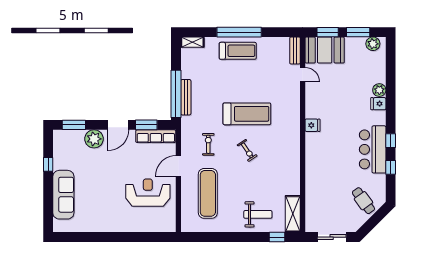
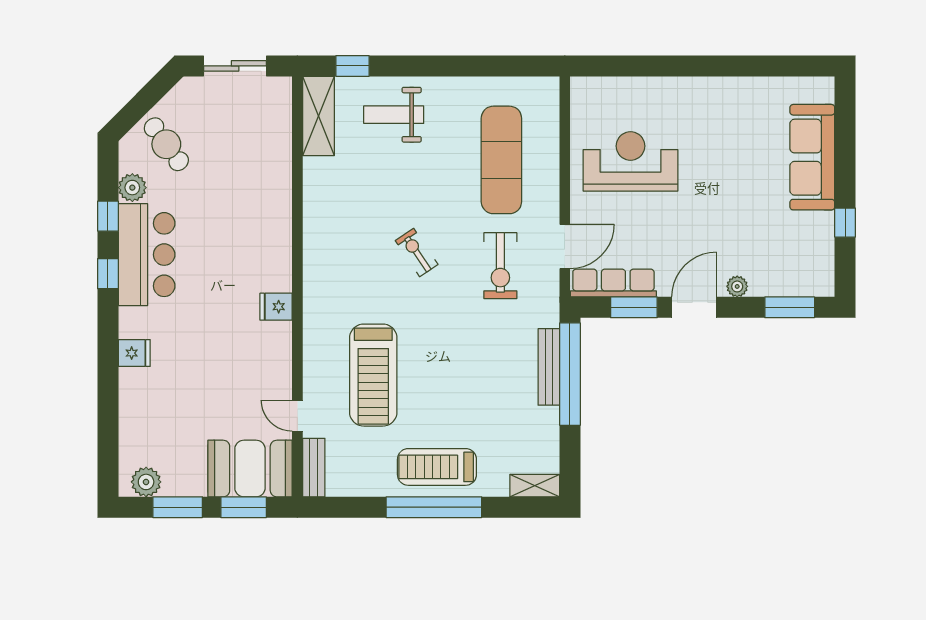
plant: (379, 90) -> (132, 188), moved
treadmill: (247, 114) -> (373, 375), moved, turned -90
plant: (94, 139) -> (737, 286), width x0.53, depth x0.53
exercise bike: (208, 144) -> (500, 266), width x1.38, depth x1.39
door: (178, 166) -> (565, 247), moved
reception desk: (148, 193) -> (631, 161), turned 180

